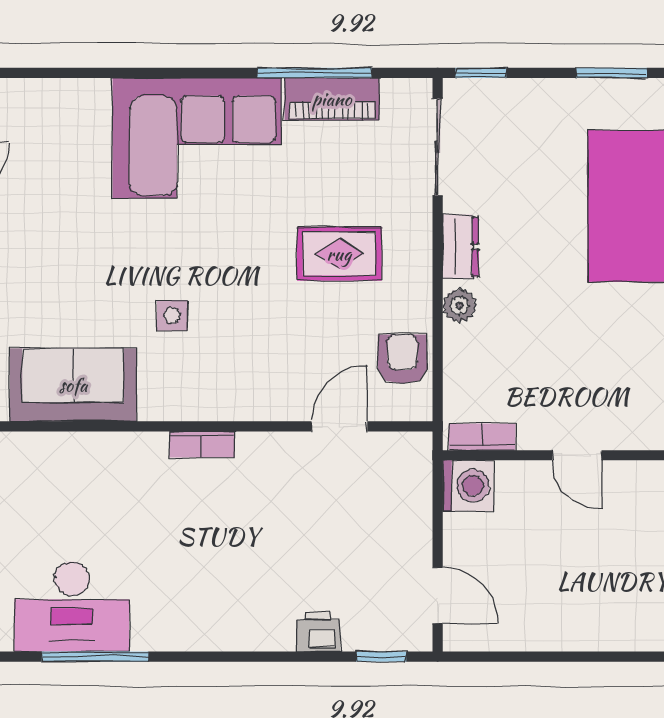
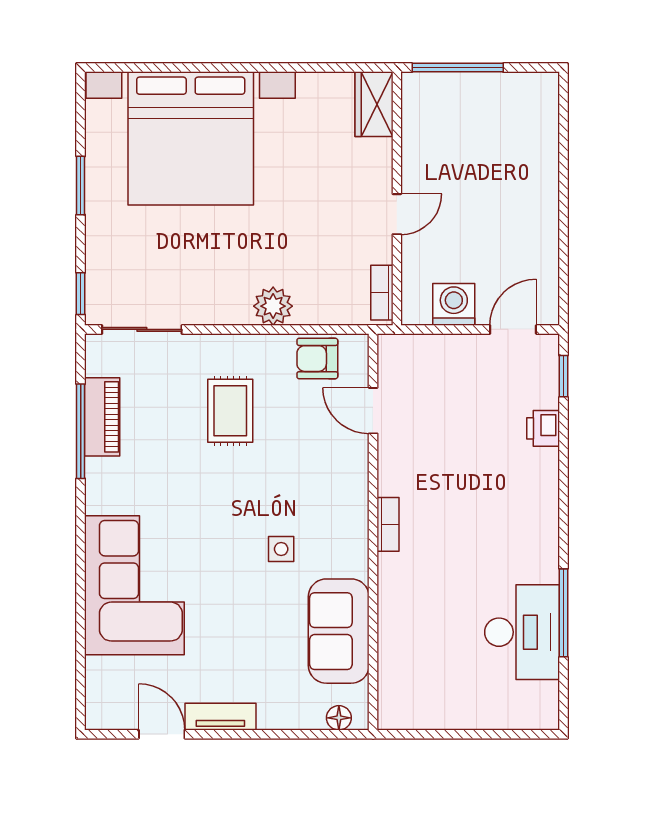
corner sofa: (197, 138) -> (134, 585), moved
dresser: (461, 247) -> (224, 310), removed
plant: (459, 306) -> (273, 306), width x1.38, depth x1.38
washing machine: (468, 485) -> (454, 304), moved

